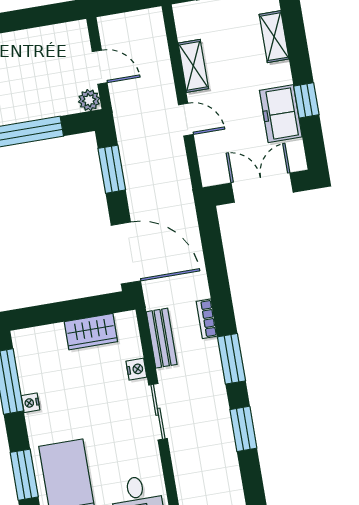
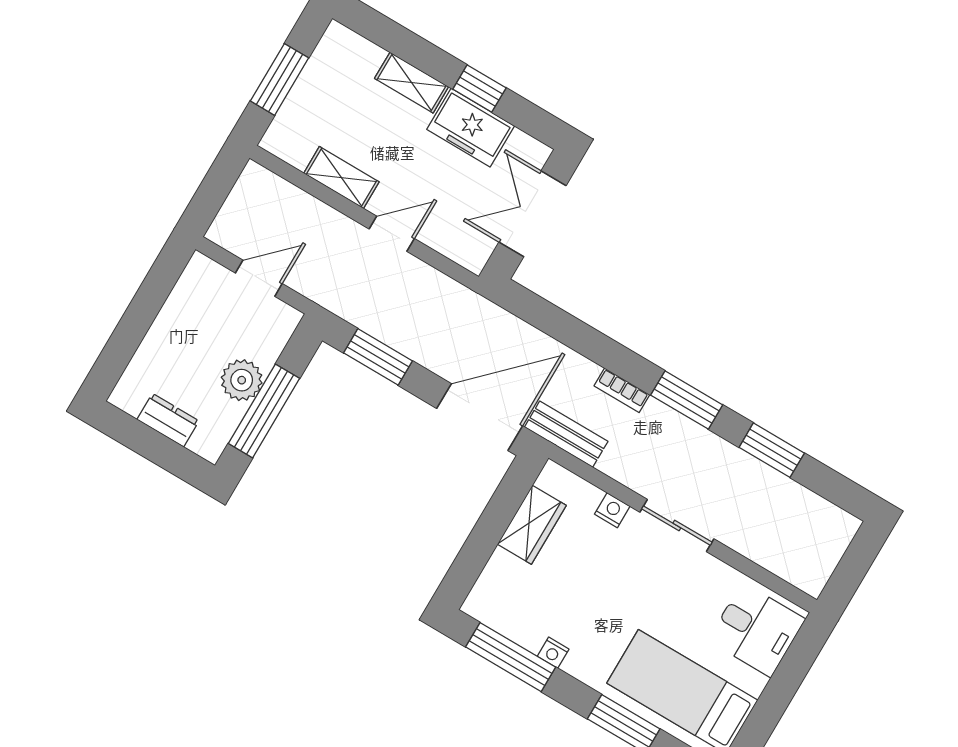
shelving: (274, 37) -> (412, 83), moved
plant: (89, 100) -> (242, 380), moved, width x1.38, depth x1.38
bench: (162, 338) -> (566, 434), moved

